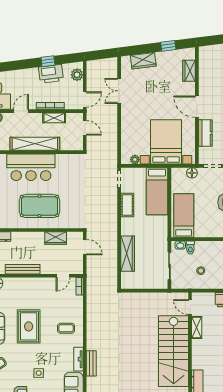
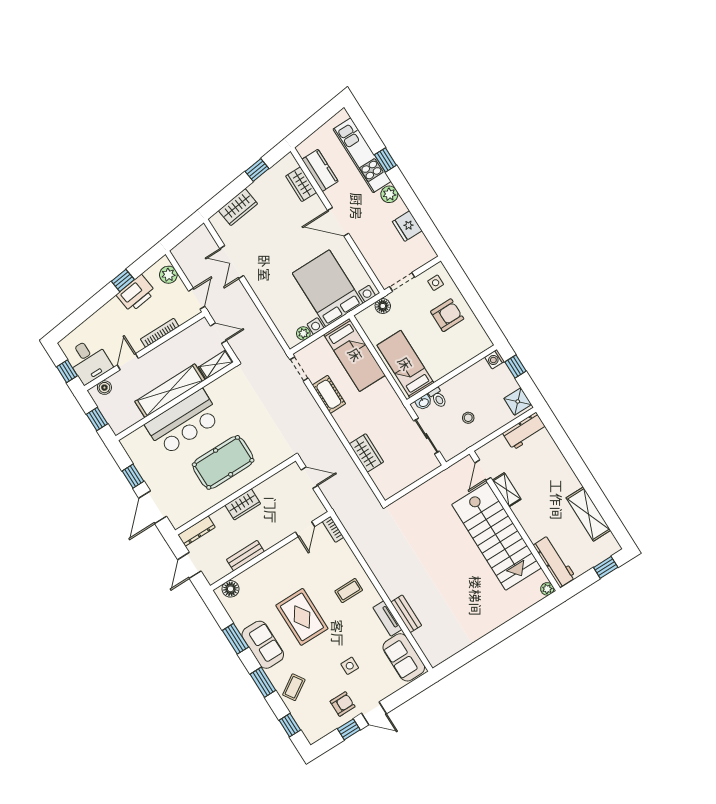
shelving: (54, 118) -> (216, 364), moved
kitchen counter: (205, 133) -> (320, 170), moved
wardrobe: (56, 238) -> (243, 504), moved
wardrobe: (128, 254) -> (366, 453), width x0.67
bench: (23, 269) -> (245, 556), width x0.73
door: (190, 307) -> (483, 470), hinge flipped

